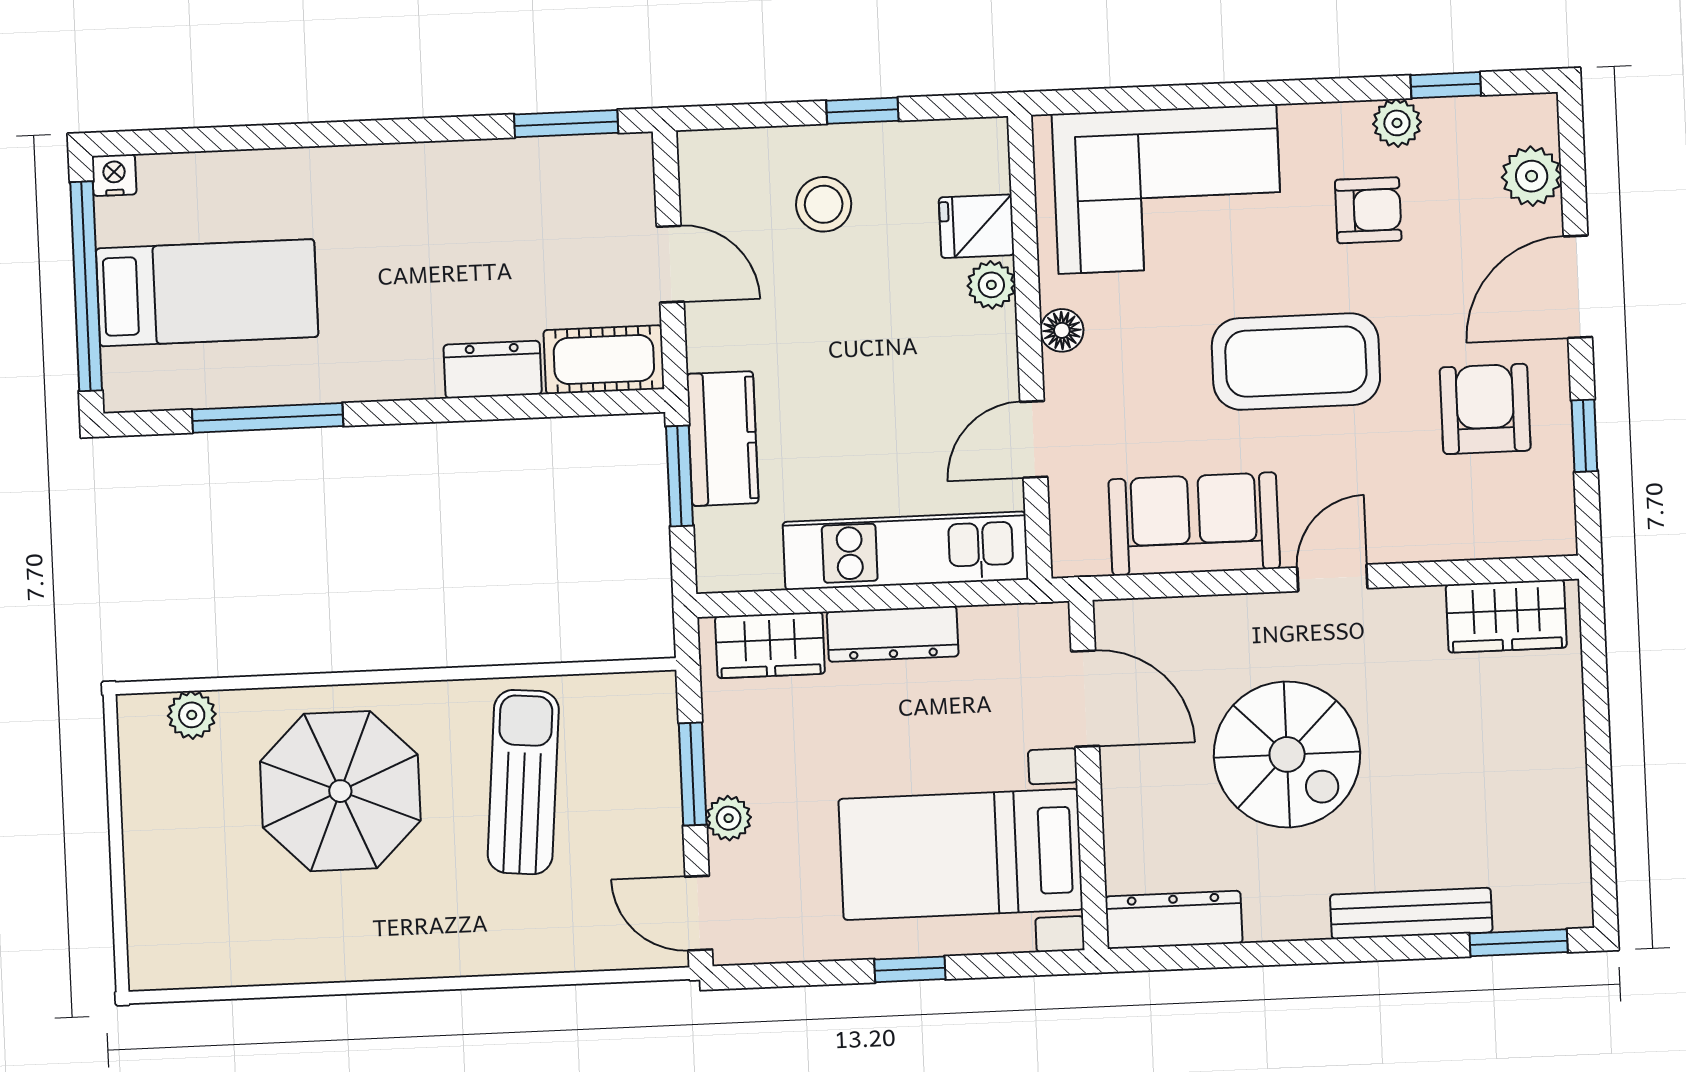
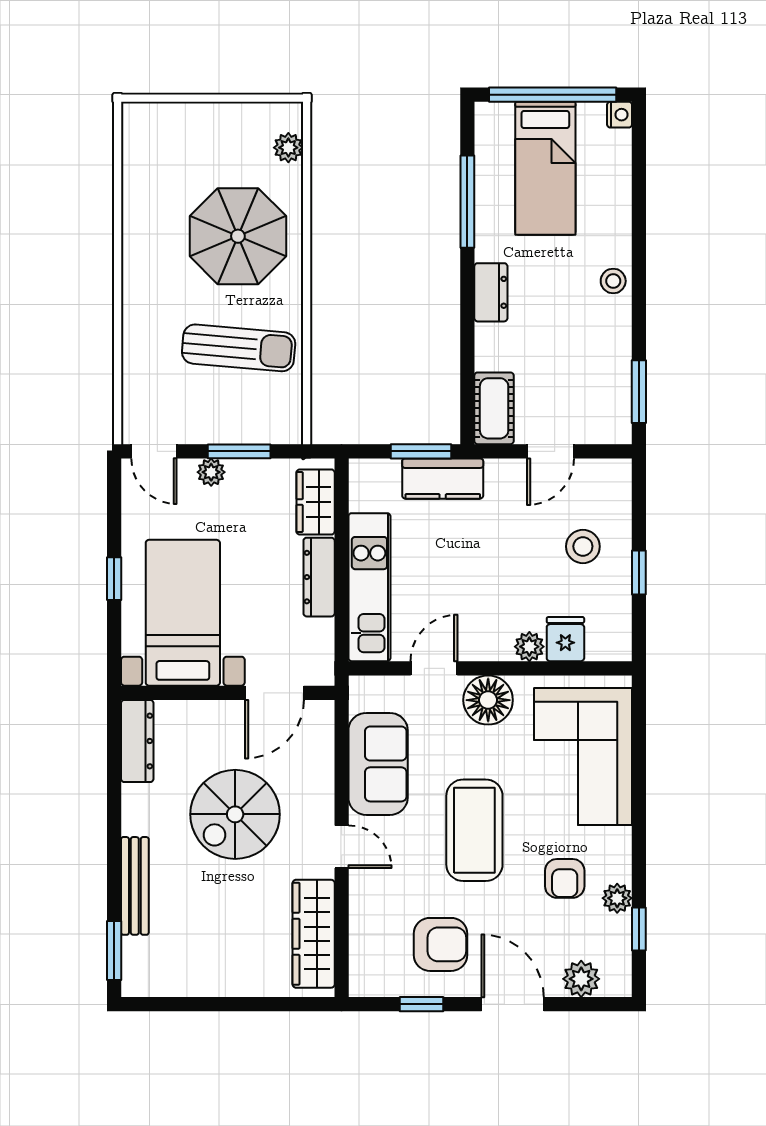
stool: (387, 174) -> (613, 281), added
floor lamp: (1062, 330) -> (488, 700), width x1.89, depth x1.89
dresser: (493, 370) -> (491, 292), moved
door: (1034, 439) -> (434, 668), hinge flipped
wardrobe: (1506, 616) -> (314, 934), width x1.50
door: (699, 913) -> (154, 451), swing flipped

